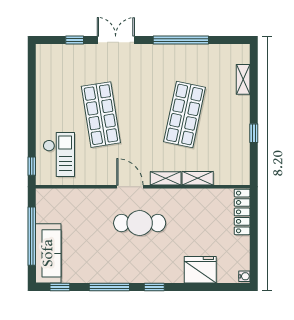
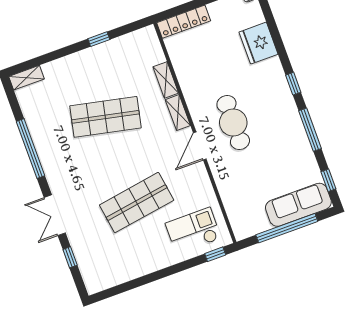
shelving: (243, 79) -> (27, 78), moved

